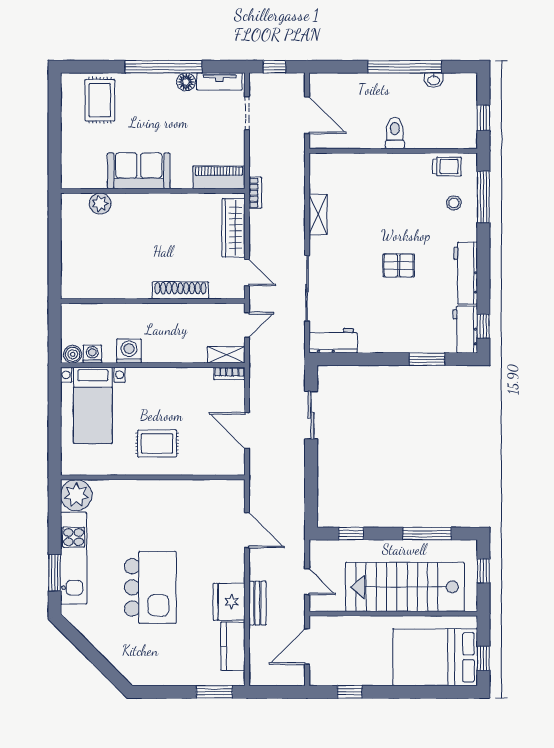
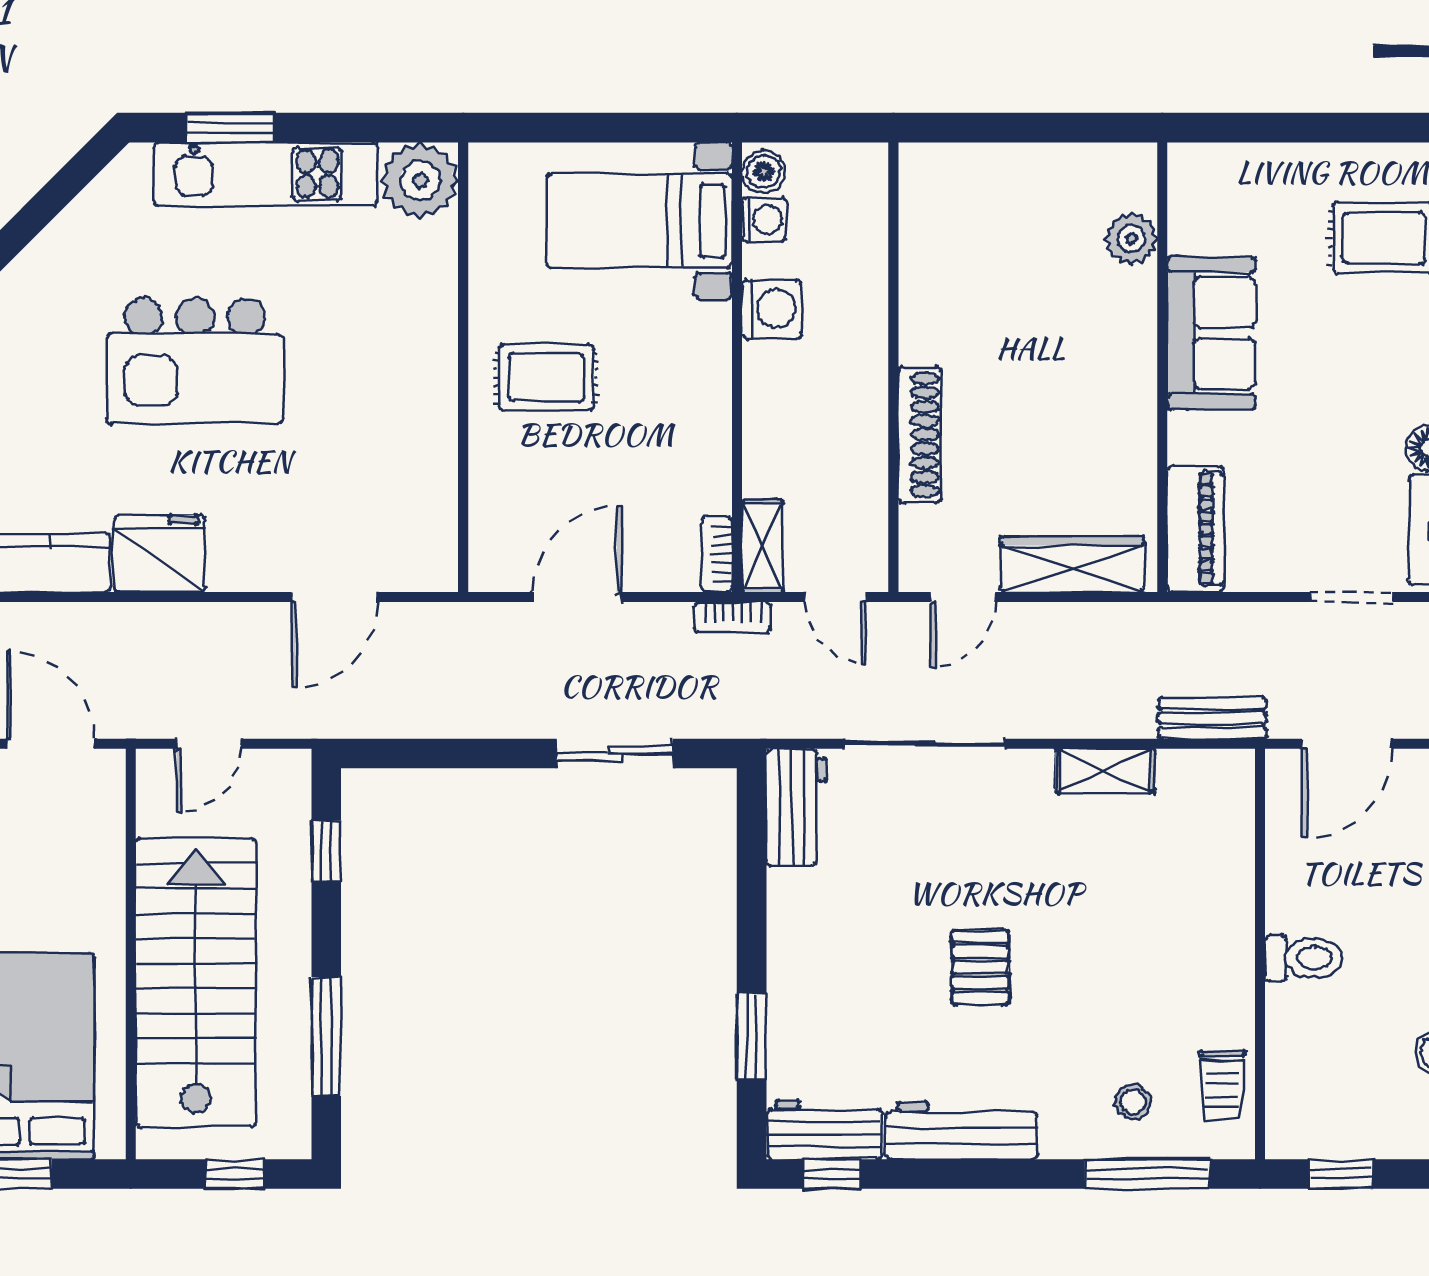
bookcase: (255, 193) -> (732, 617), moved
rug: (157, 443) -> (546, 378), turned 90
bench: (257, 603) -> (1212, 718), moved

